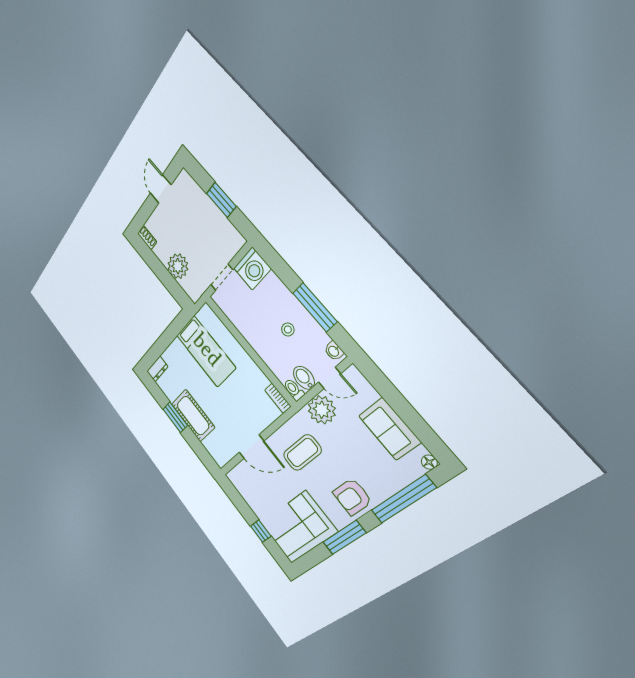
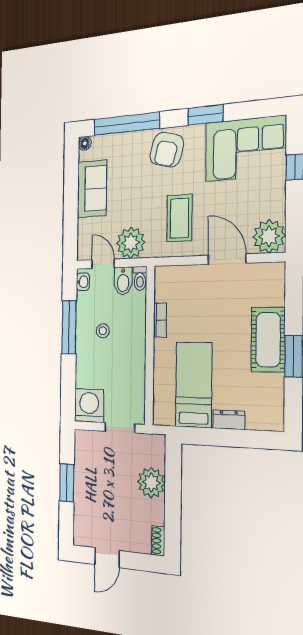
dresser: (157, 369) -> (229, 420), moved
bookcase: (278, 398) -> (160, 320), moved
coffee table: (302, 453) -> (179, 218), turned 90
plant: (241, 478) -> (269, 236), added
armchair: (352, 497) -> (167, 150), turned 105
window: (344, 537) -> (205, 115), width x0.69

